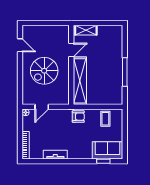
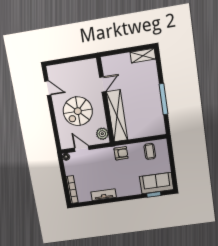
shelving: (86, 30) -> (143, 56), moved
plant: (64, 95) -> (102, 134), added
door: (42, 107) -> (82, 149), swing flipped

